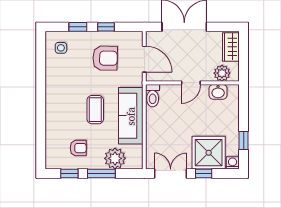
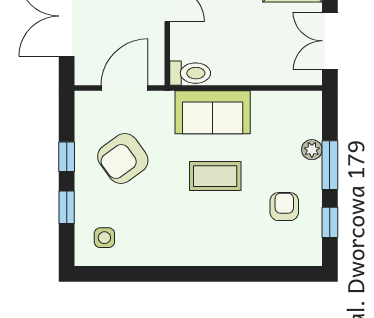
armchair: (105, 58) -> (123, 158), turned -127
sofa: (131, 116) -> (213, 112), width x0.73
plant: (115, 158) -> (312, 150), width x0.53, depth x0.53

